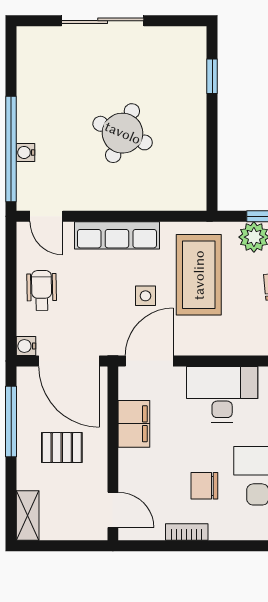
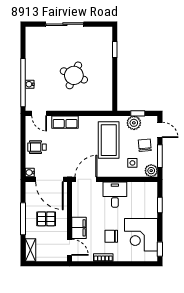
row of seats: (117, 235) -> (65, 122), width x0.68
wheelchair: (42, 290) -> (37, 147), turned -89
side table: (145, 296) -> (132, 163), moved
desk: (222, 394) -> (115, 195), width x0.73
window: (11, 422) -> (23, 219), moved
filing cabinet: (134, 424) -> (79, 228), moved

